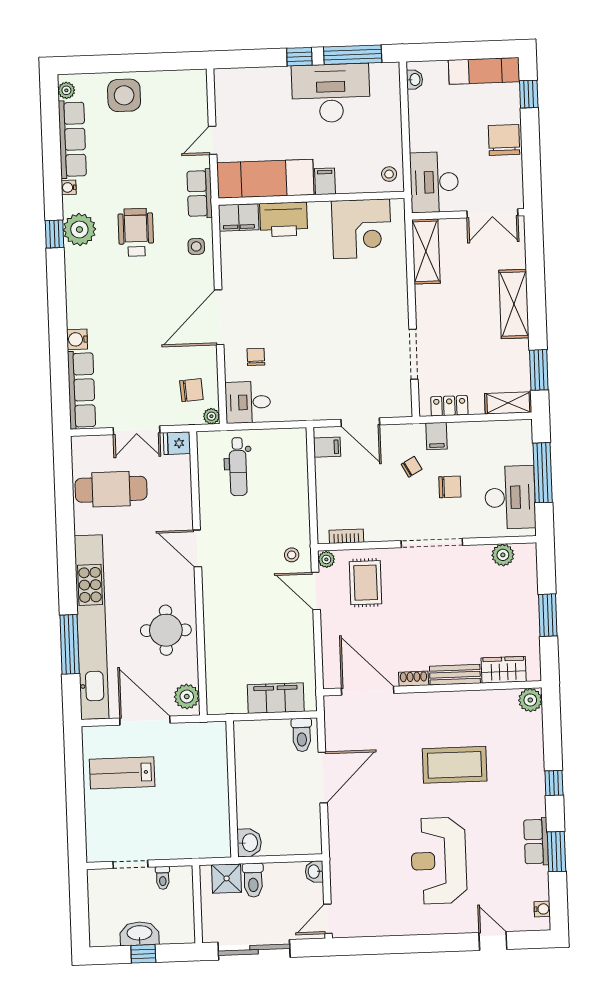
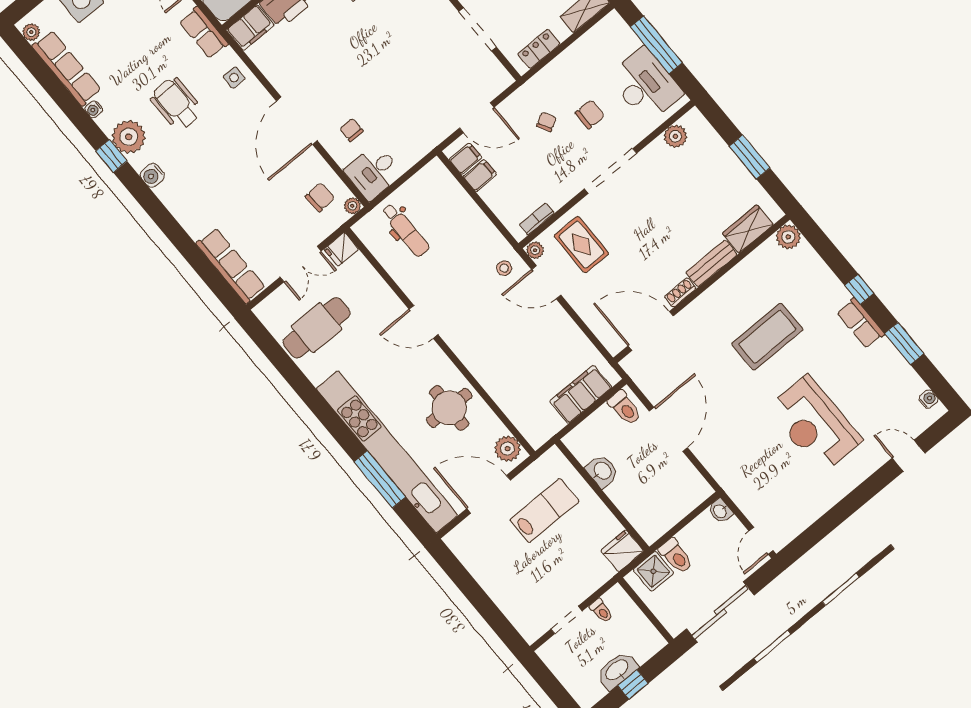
water cooler: (77, 339) -> (152, 175), moved
filing cabinet: (437, 436) -> (480, 176), moved, turned -90
lab bench: (122, 773) -> (544, 510), moved, turned 180
row of seats: (536, 841) -> (861, 323), moved
washbasin: (249, 843) -> (602, 471), moved
fridge: (215, 844) -> (622, 551), added

